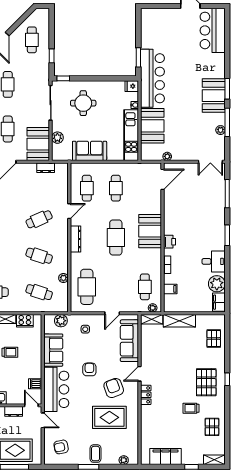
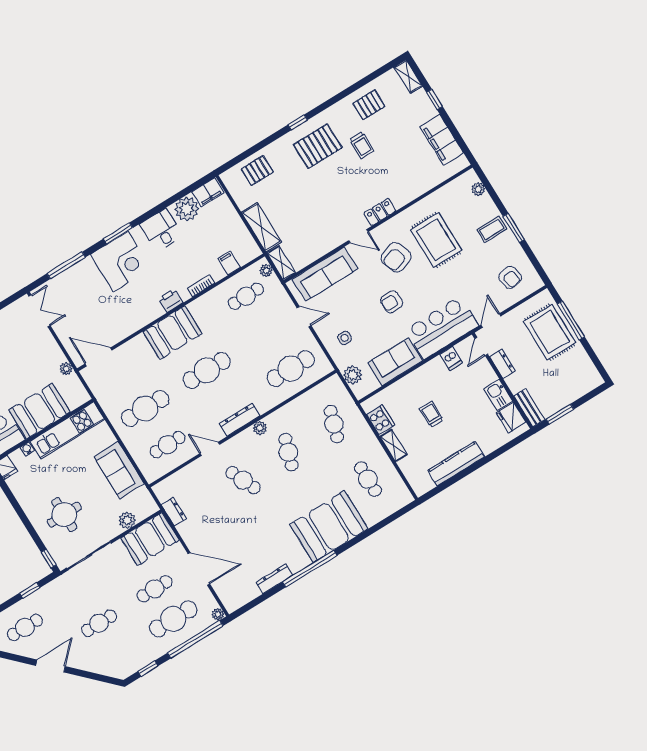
cafe table: (116, 188) -> (145, 408), width x1.37, depth x1.35
corner desk: (210, 227) -> (121, 261), added
plant: (63, 278) -> (260, 428), moved

